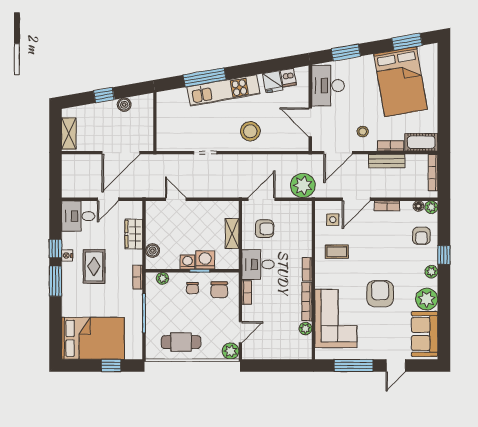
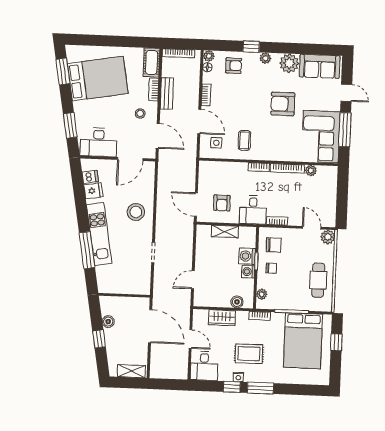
plant: (303, 185) -> (185, 168), removed
armchair: (265, 229) -> (222, 203), turned 180
corner sofa: (336, 318) -> (321, 137), moved, turned -90
bed: (93, 338) -> (303, 341), moved, turned 180

